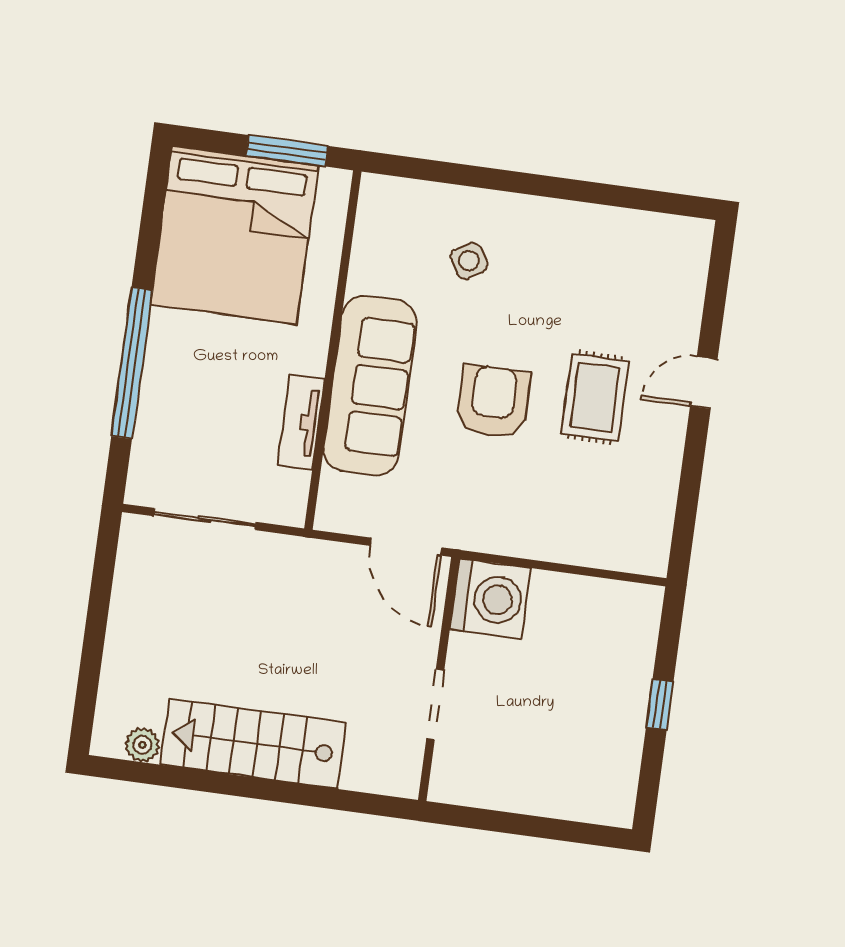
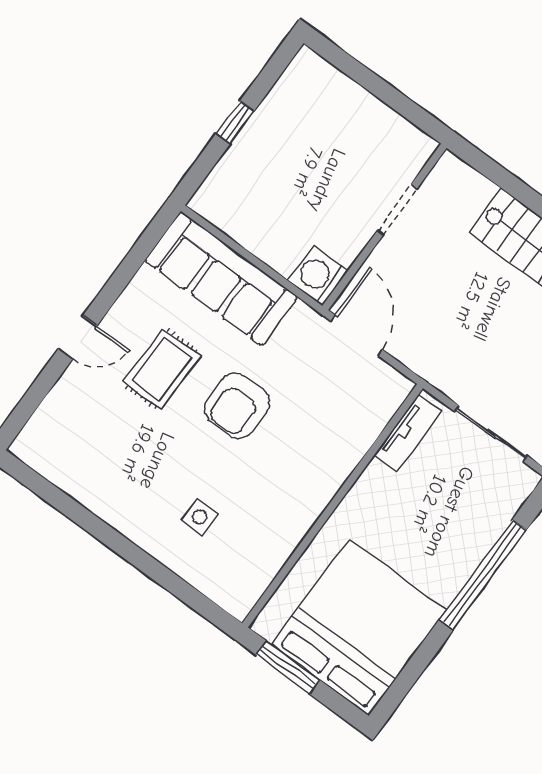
side table: (469, 261) -> (200, 517), turned 31
sofa: (370, 386) -> (221, 279), moved, turned -90
tv unit: (301, 422) -> (408, 433), moved
washing machine: (490, 599) -> (318, 276), width x0.73, depth x0.73

